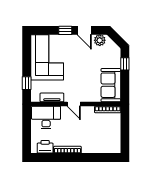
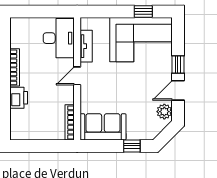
window: (27, 83) -> (143, 12), moved
printer: (45, 147) -> (19, 98), moved

